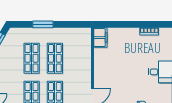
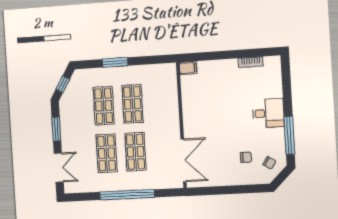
filing cabinet: (100, 38) -> (188, 68), width x0.50

